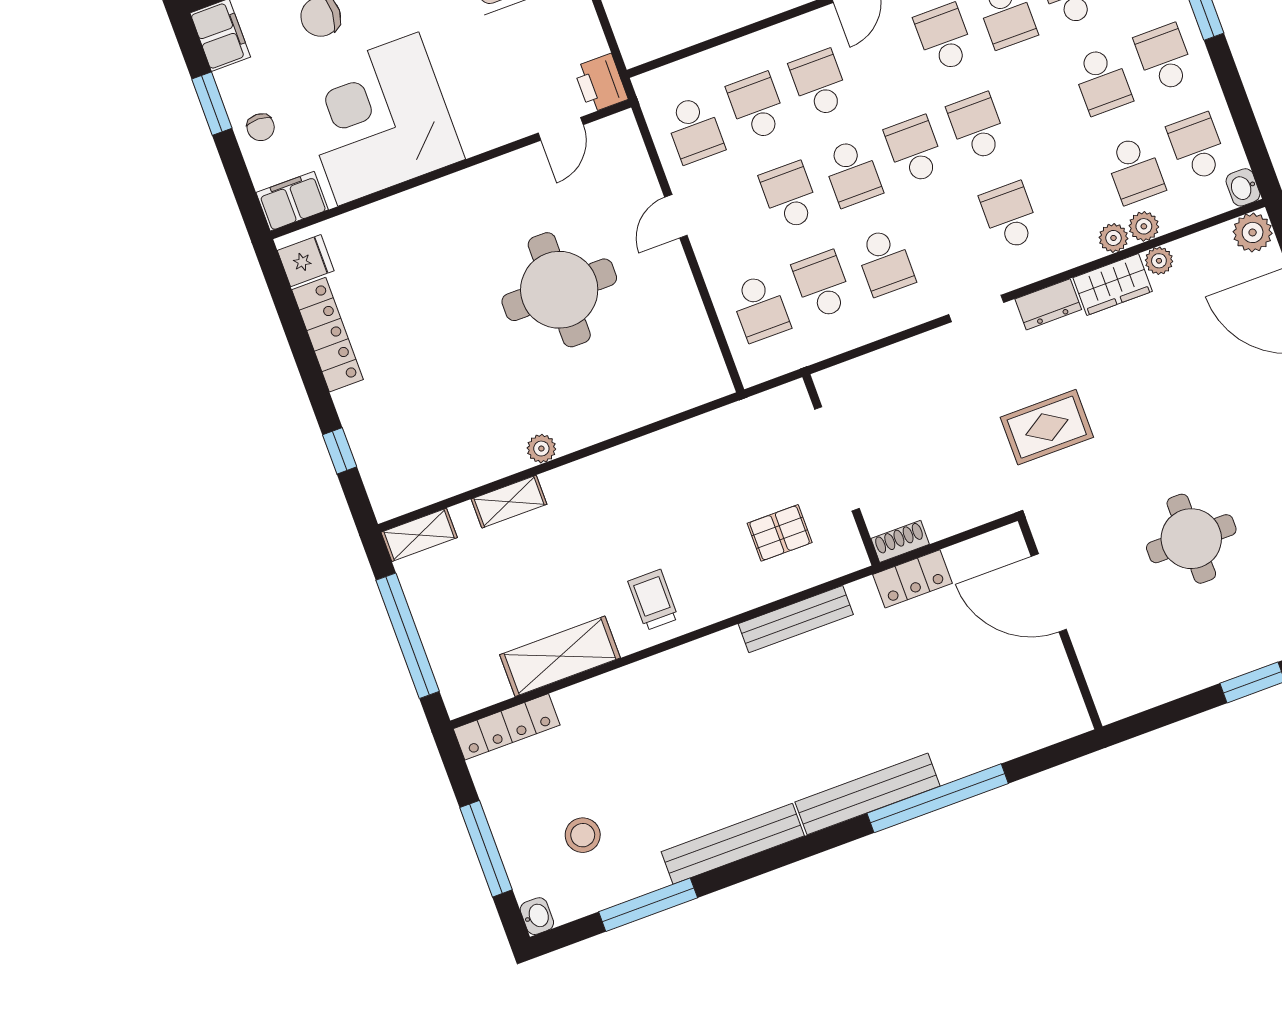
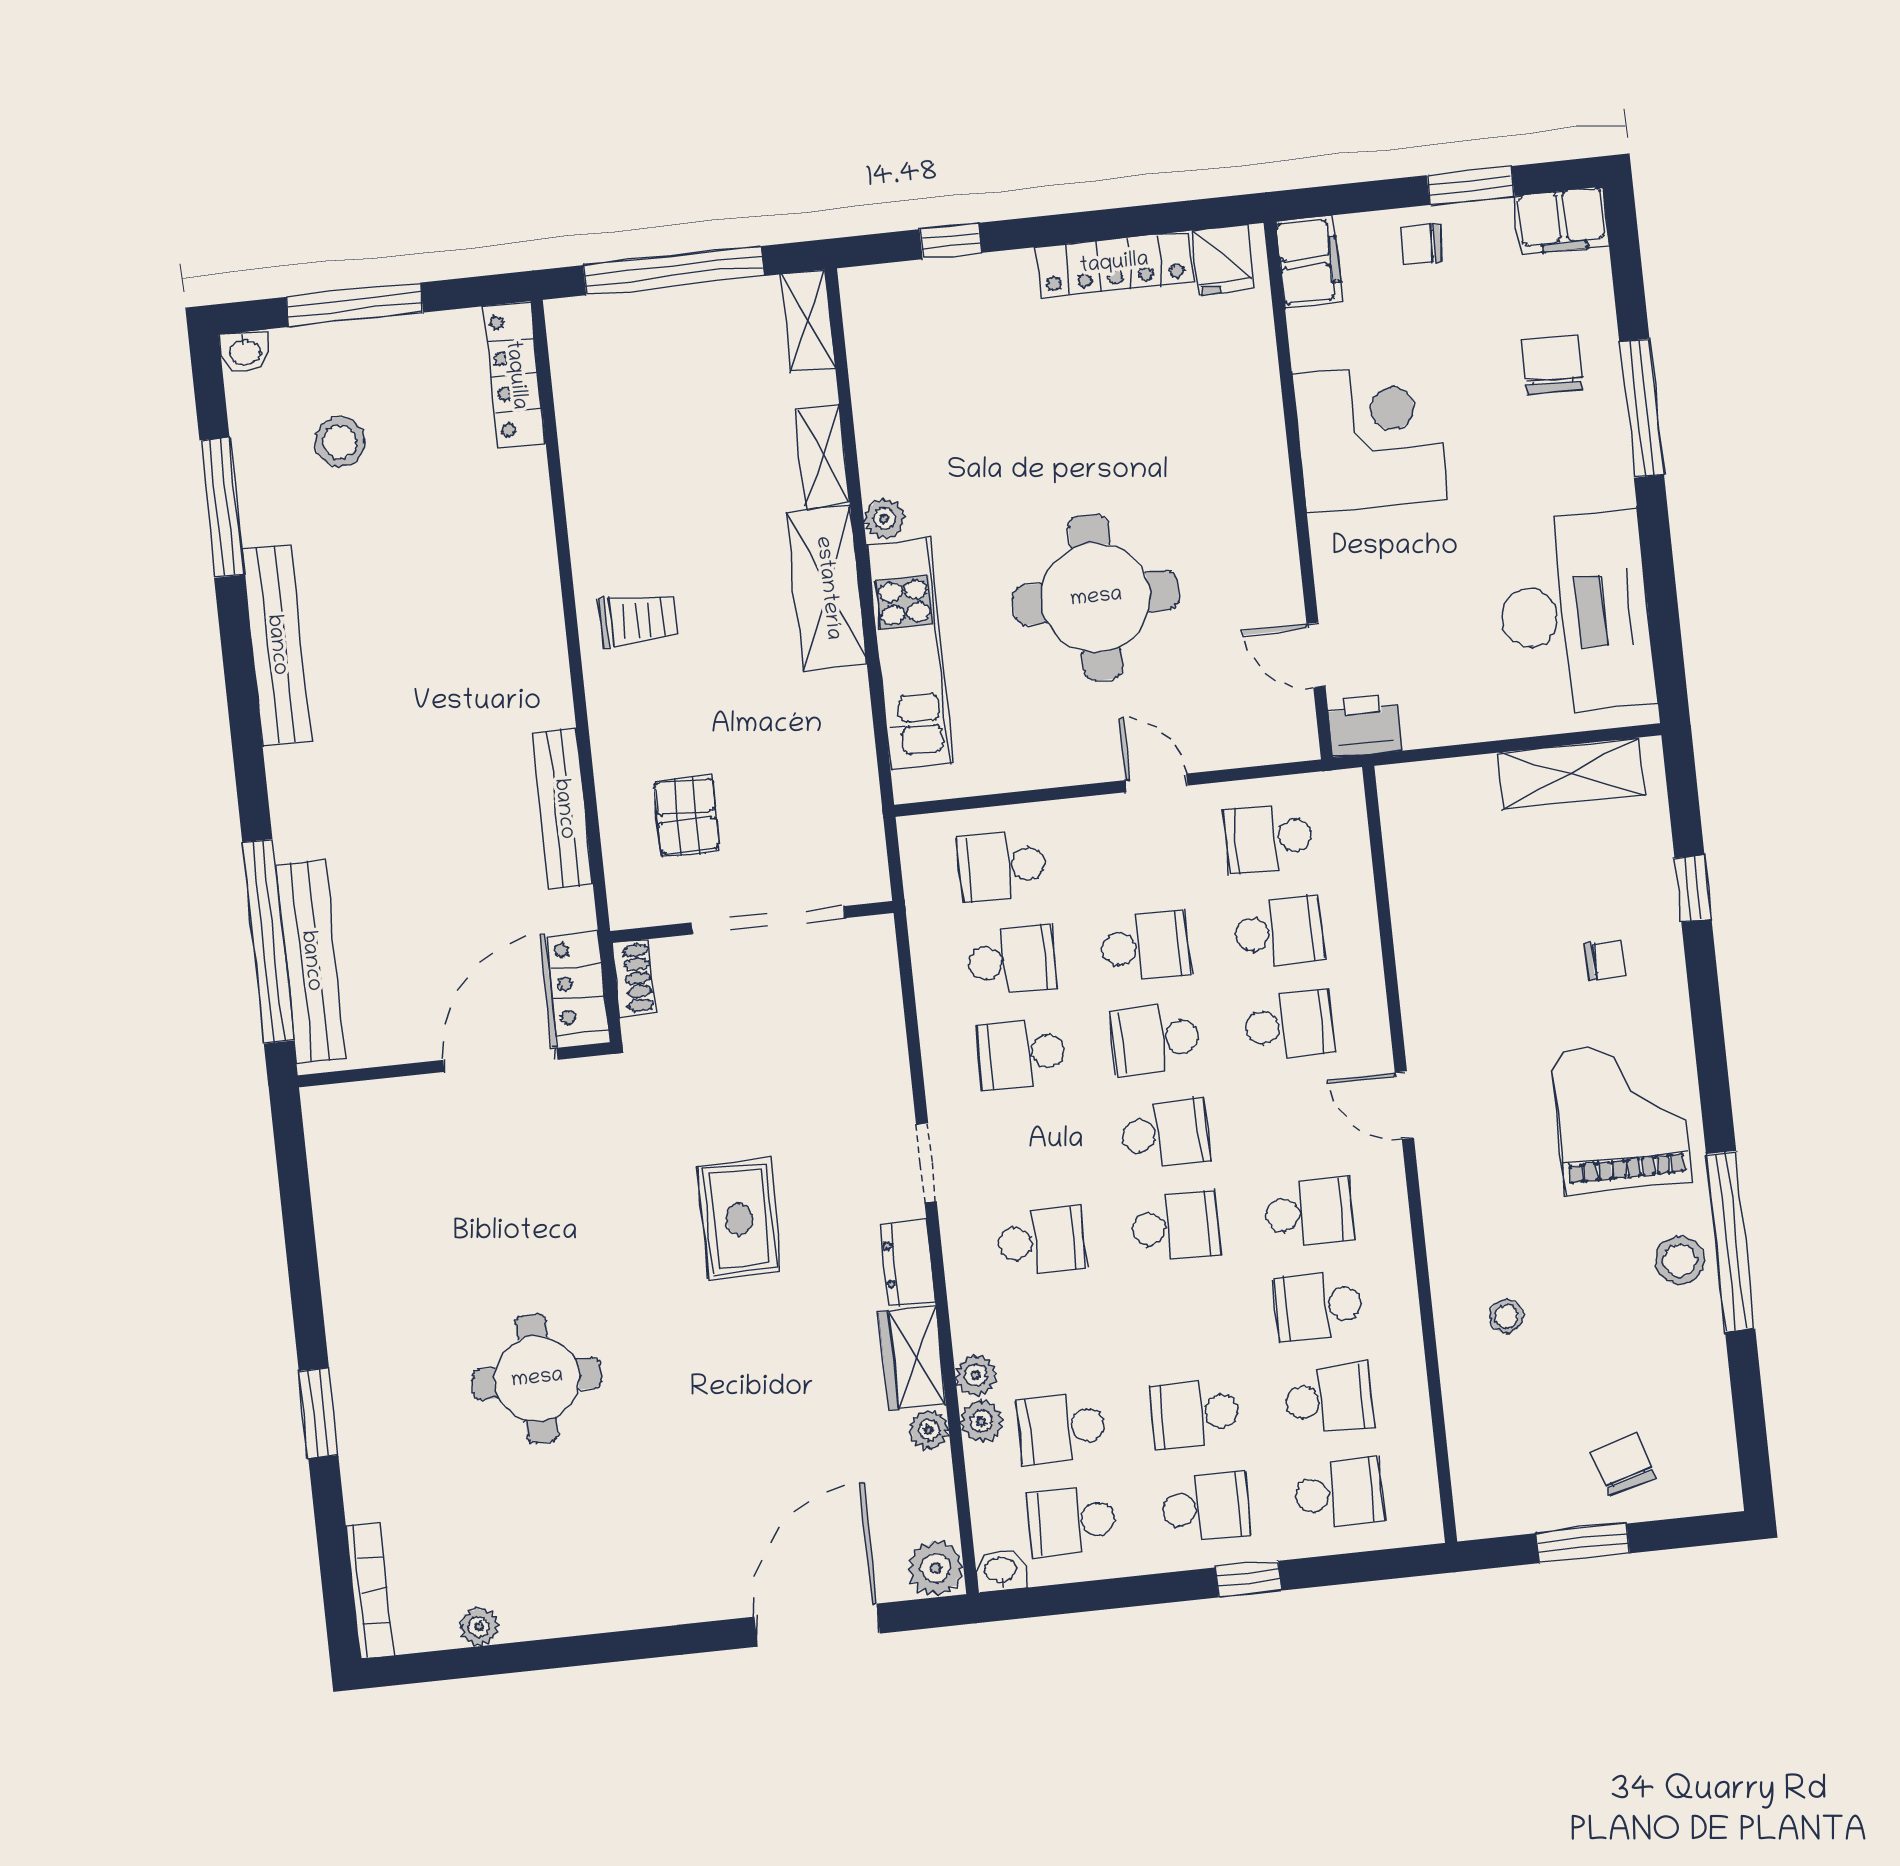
corner desk: (378, 119) -> (1370, 436), width x0.74, depth x0.74
school desk: (1197, 147) -> (1072, 1522), turned 180
kitchen unit: (630, 407) -> (910, 654), added
door: (1049, 593) -> (500, 1060), moved
wall: (1060, 624) -> (454, 1065), moved
shelving: (560, 656) -> (827, 588), moved
bench: (868, 794) -> (310, 961), moved

